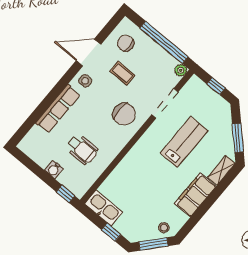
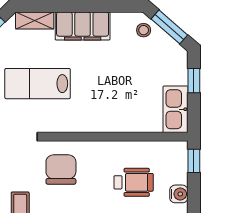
wheelchair: (82, 149) -> (134, 182), turned 90

